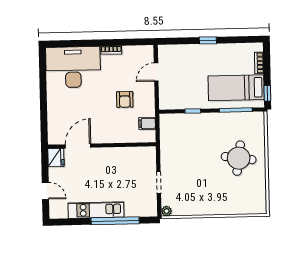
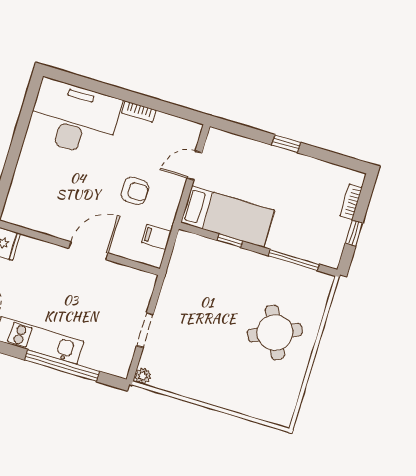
bed: (236, 88) -> (228, 216), moved, turned 180
window: (267, 93) -> (354, 233), moved
armchair: (125, 99) -> (135, 191), turned -90
door: (78, 146) -> (89, 251), moved
round table: (239, 158) -> (275, 333), turned -32

